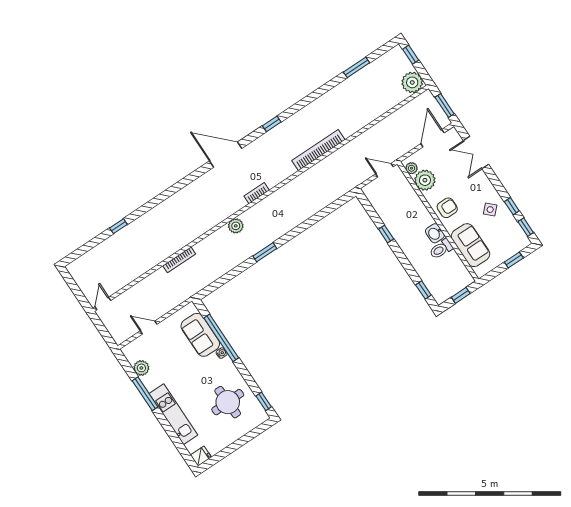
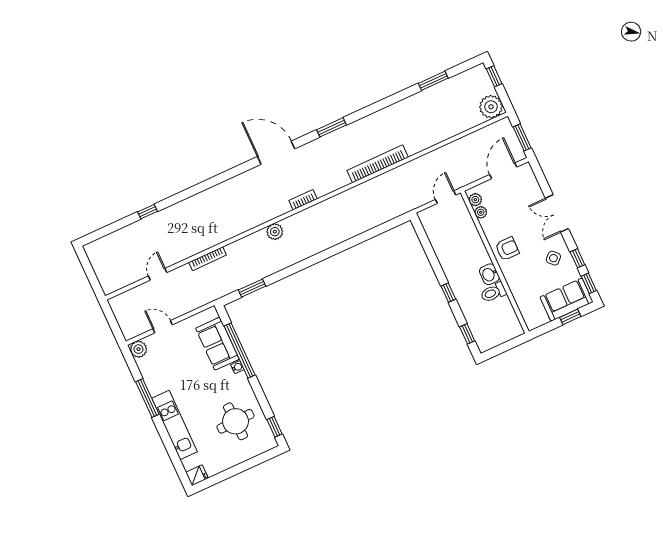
window: (272, 124) -> (332, 127), width x1.50
double door: (476, 152) -> (557, 213), moved
door: (384, 170) -> (446, 197), hinge flipped
plant: (425, 180) -> (481, 212), width x0.53, depth x0.53
window: (386, 234) -> (448, 293), moved
sofa: (470, 245) -> (567, 300), moved, turned -90
window: (265, 252) -> (252, 288), moved
window: (461, 295) -> (507, 346), removed
door: (103, 304) -> (158, 274), moved
plant: (141, 368) -> (139, 349), moved

